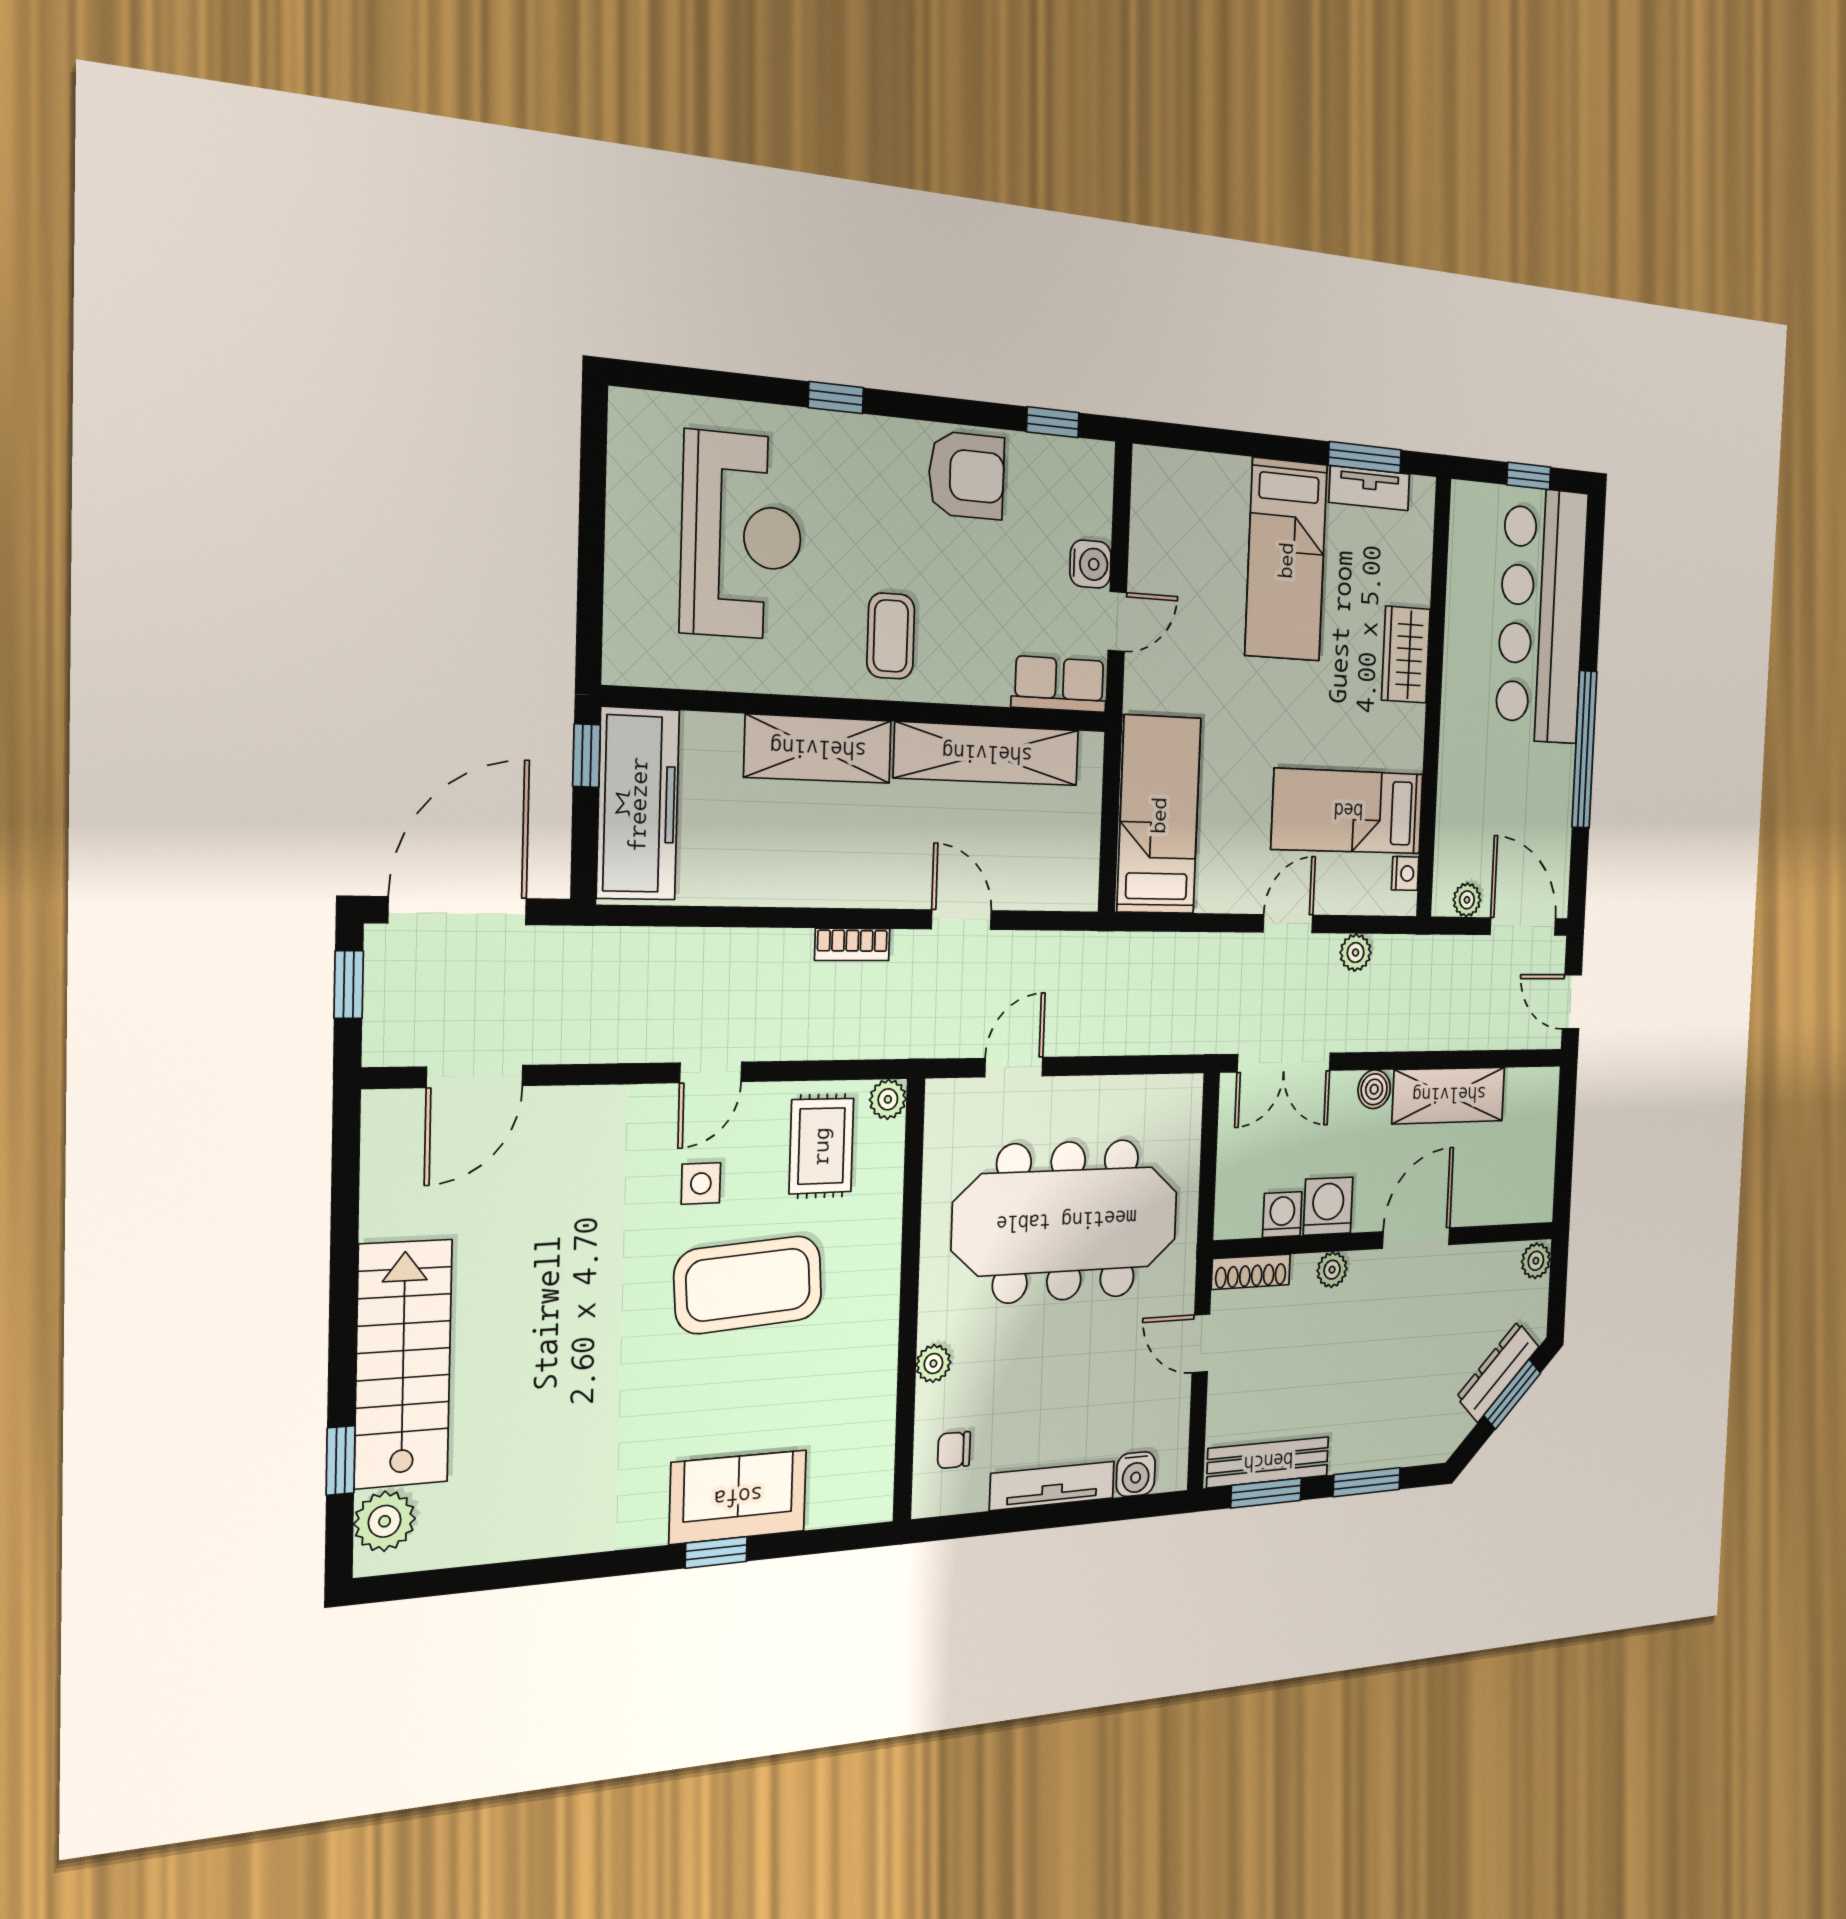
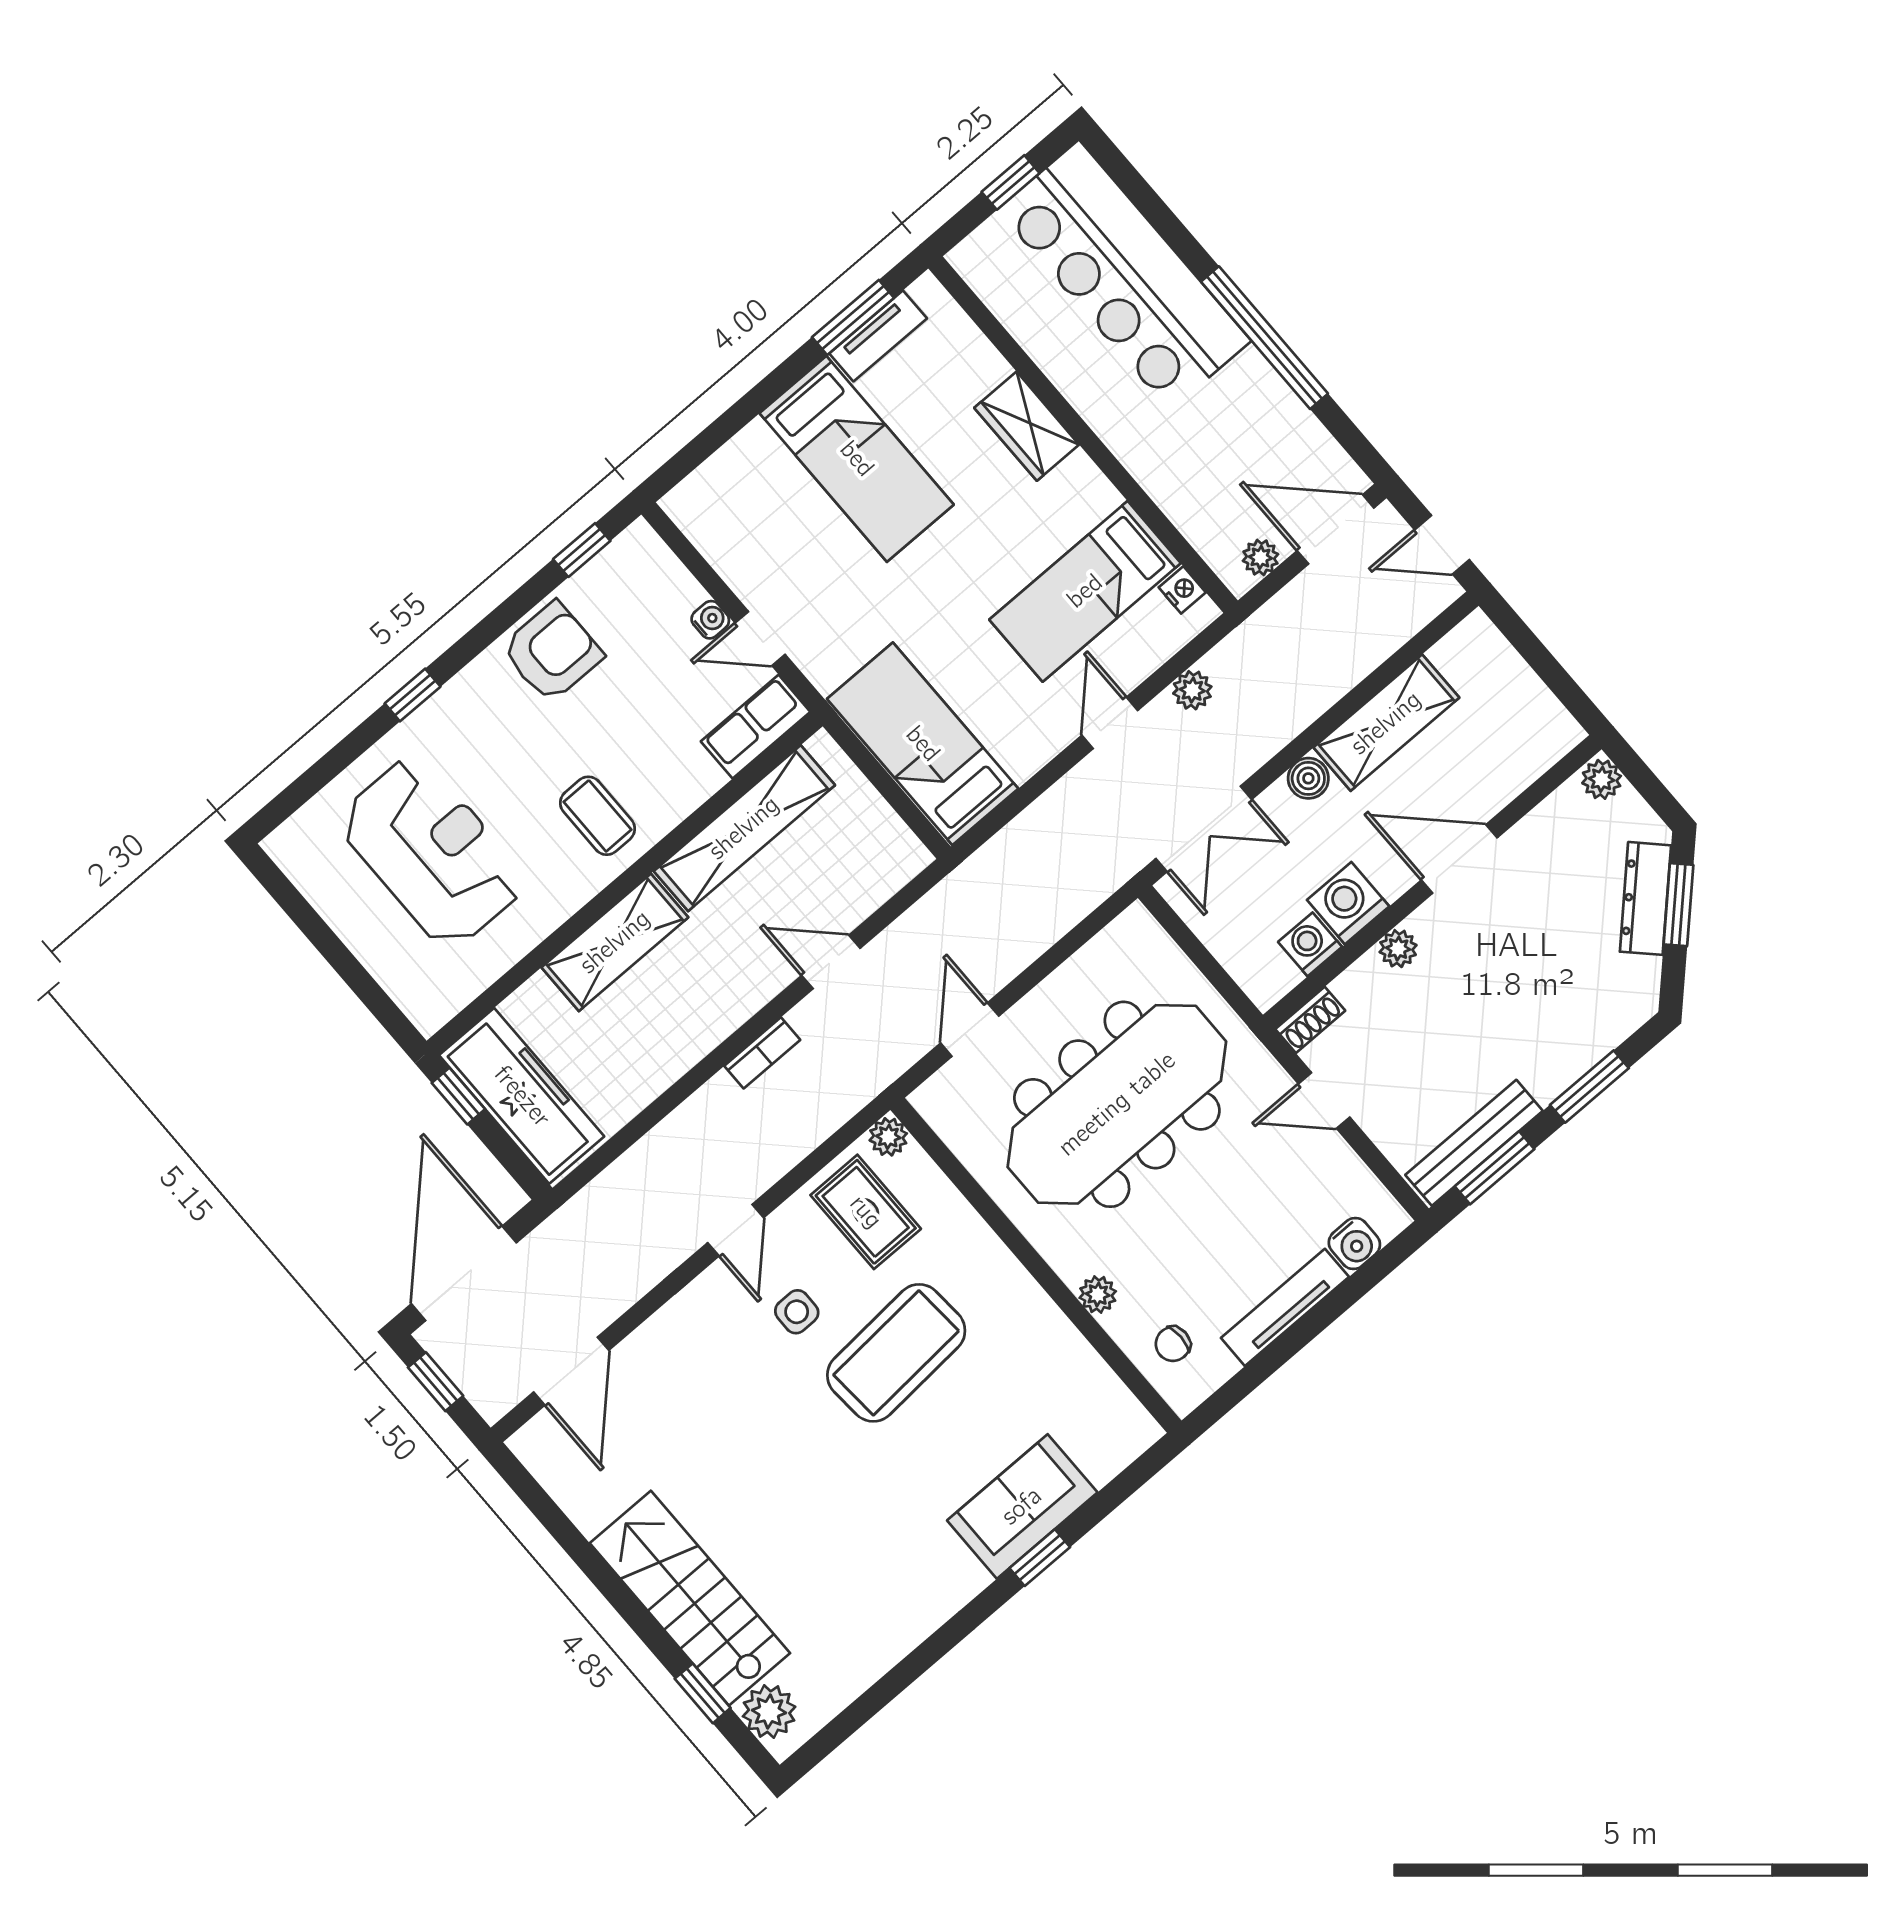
water cooler: (1090, 564) -> (710, 620), width x0.72, depth x0.72
door: (1117, 621) -> (760, 639), swing flipped
door: (1416, 1238) -> (1459, 859), hinge flipped
shoe rack: (1251, 1272) -> (1310, 1020), width x0.70

